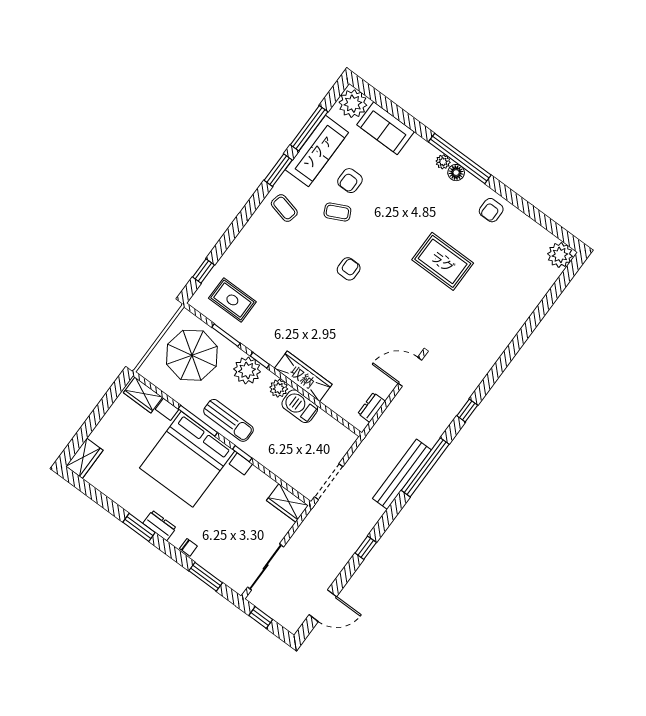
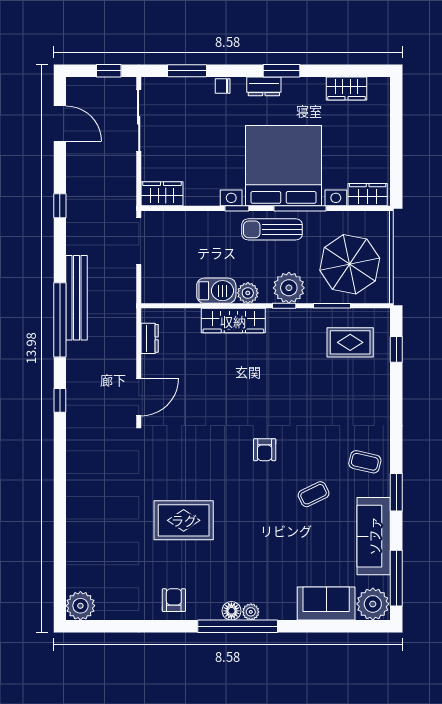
window: (309, 128) -> (396, 578), moved
armchair: (350, 181) -> (323, 531), removed
wardrobe: (84, 458) -> (347, 88), moved, turned -90
door: (323, 606) -> (60, 124), swing flipped

